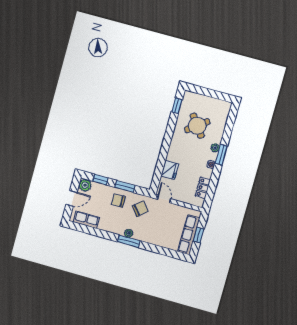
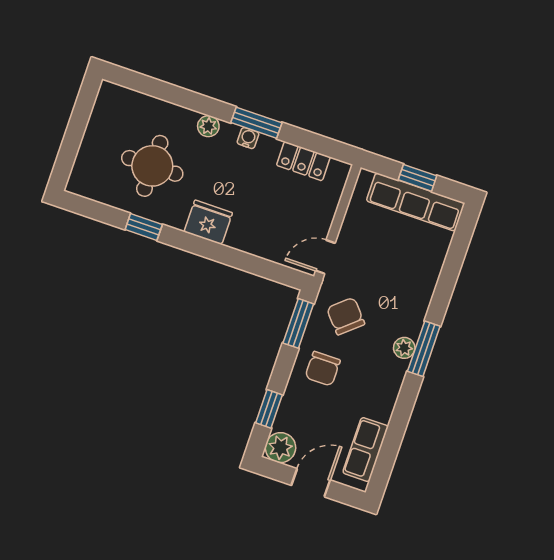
window: (177, 106) -> (144, 227), moved
round table: (197, 126) -> (152, 166), turned 37
window: (221, 155) -> (256, 123), moved
fridge: (170, 170) -> (208, 222), moved
window: (125, 186) -> (298, 323), moved
door: (72, 198) -> (311, 483), hinge flipped

